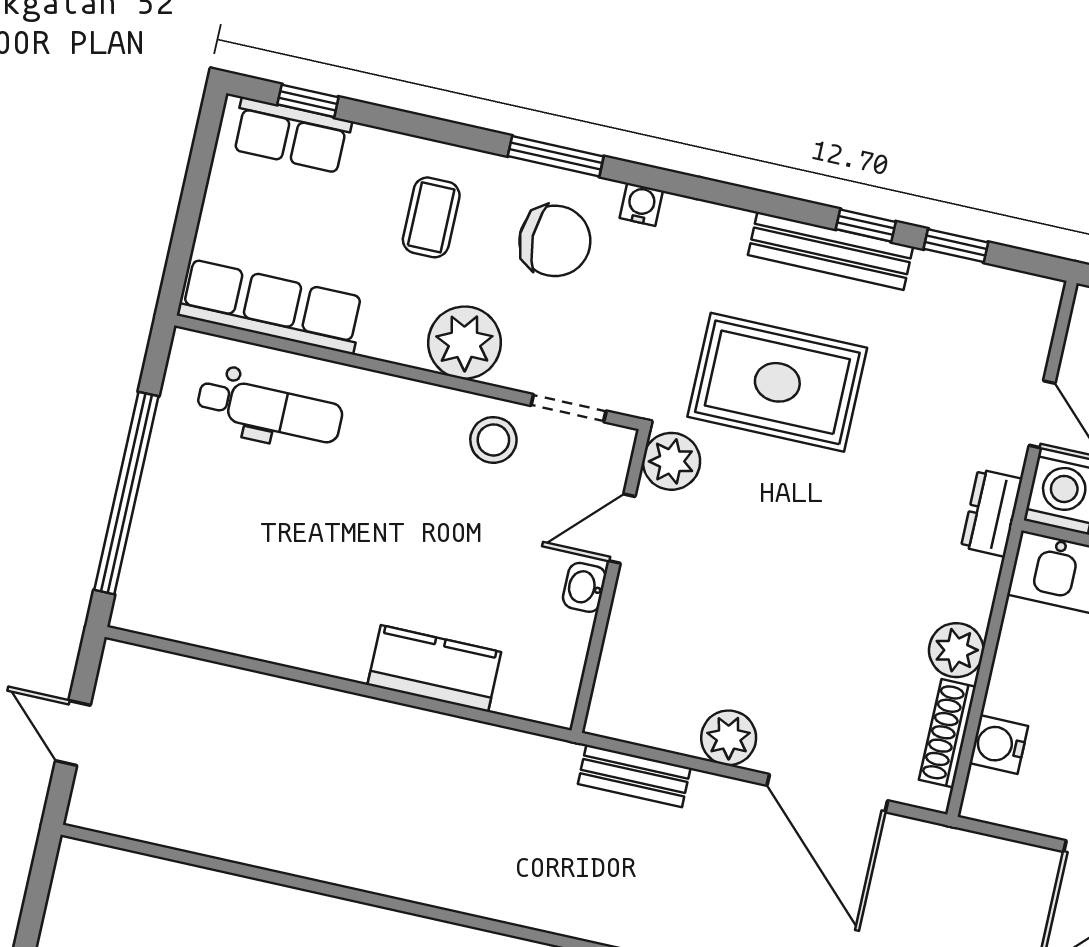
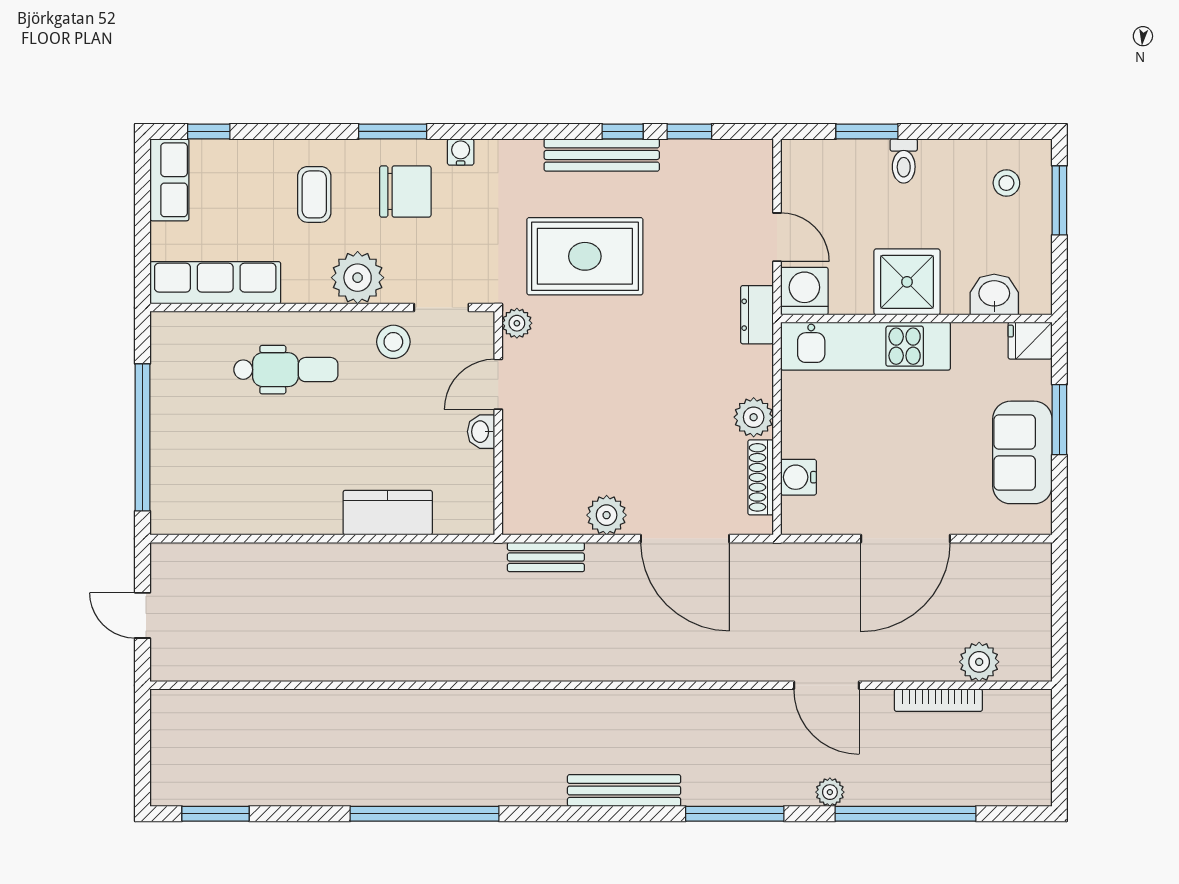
row of seats: (291, 135) -> (169, 180), moved, turned -90
dental chair: (270, 410) -> (286, 370), moved
plant: (671, 461) -> (517, 323), width x0.73, depth x0.73

